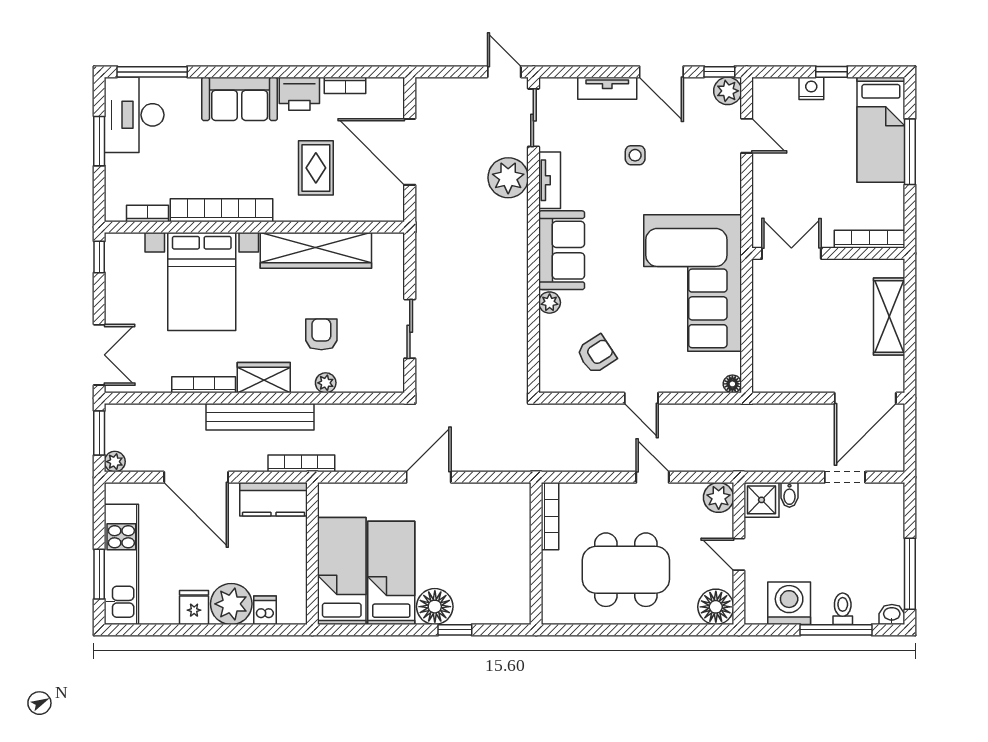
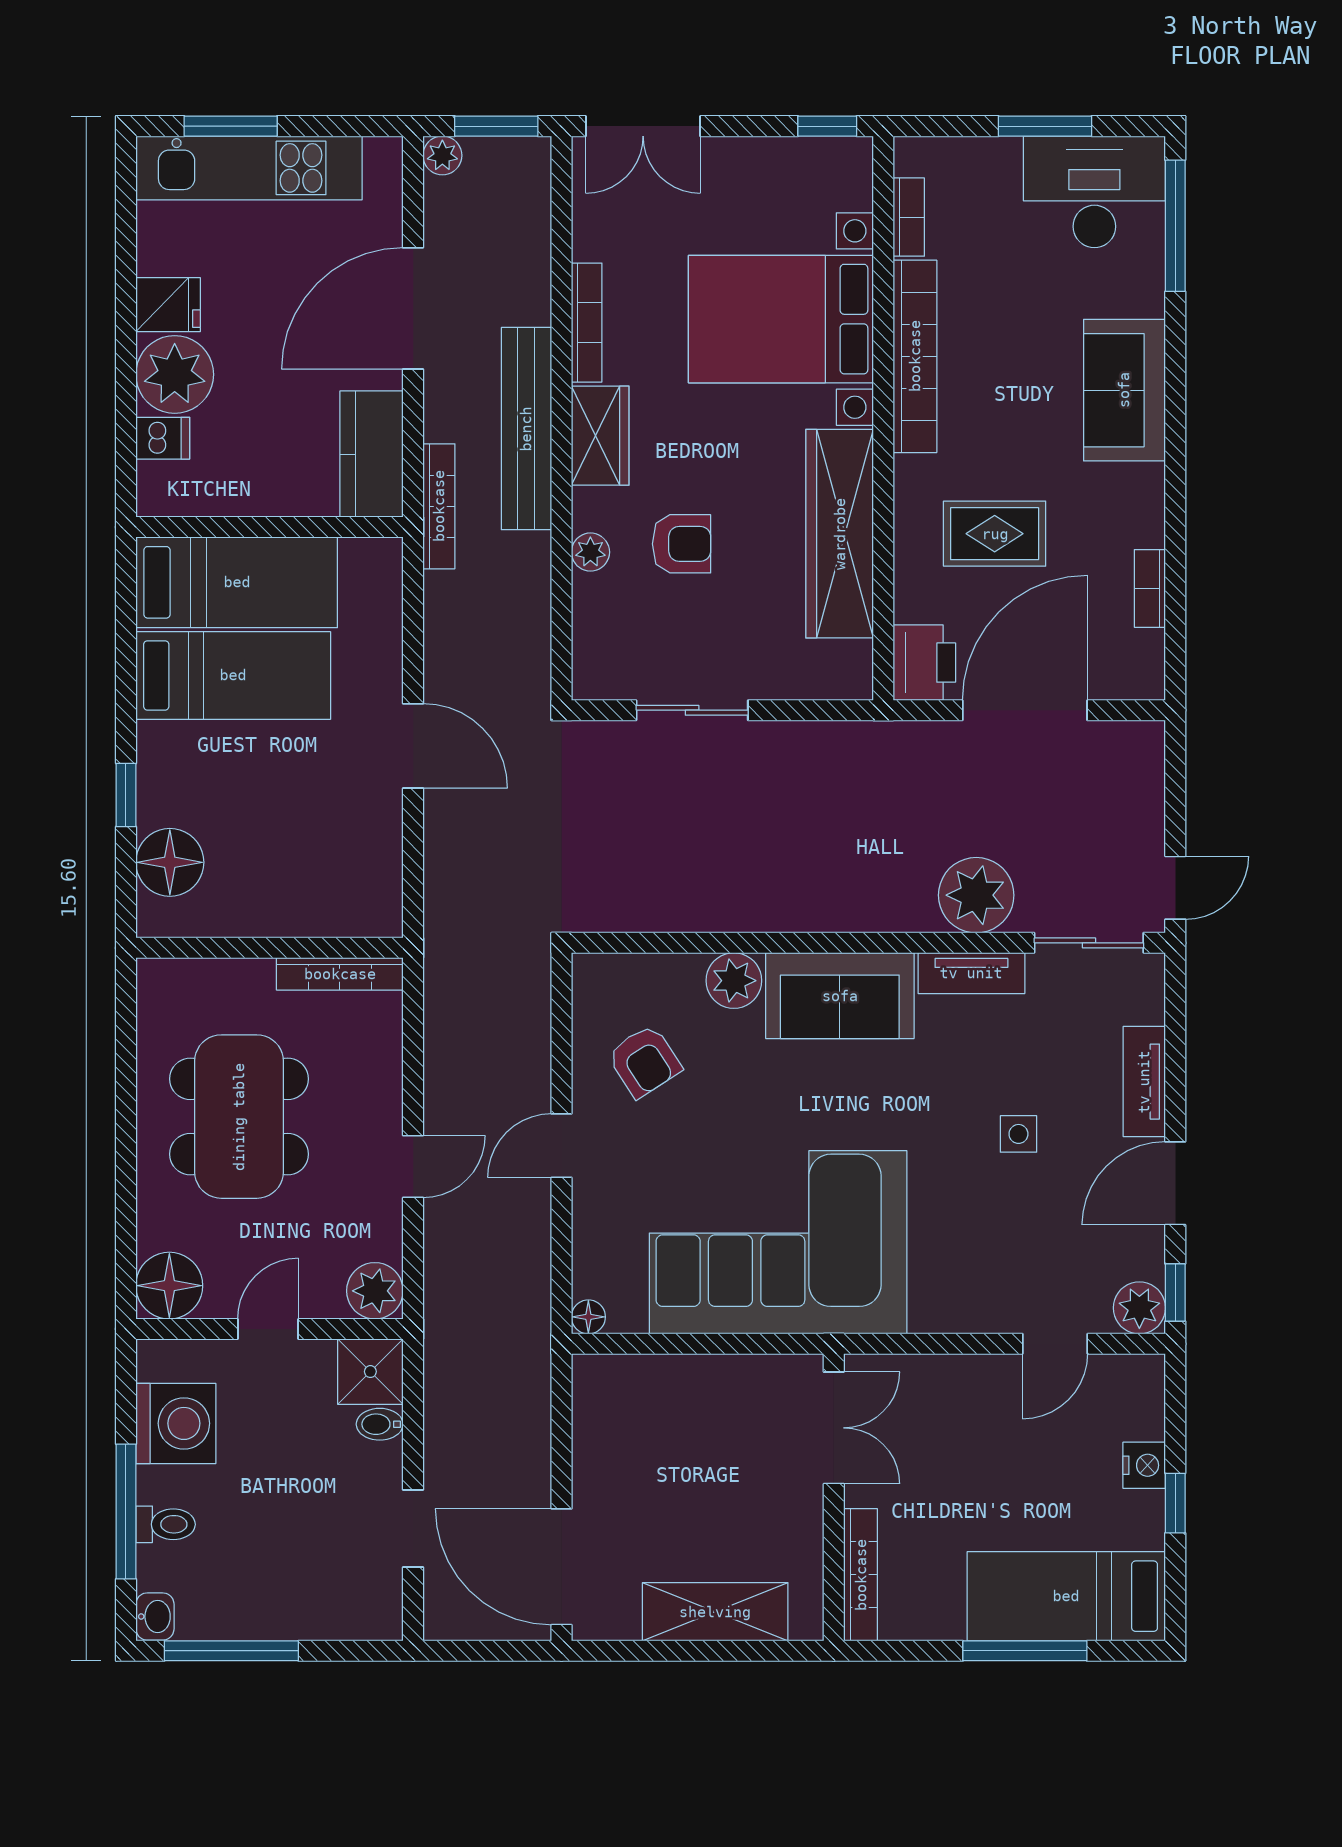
printer: (299, 94) -> (924, 663), moved, turned 180
plant: (550, 303) -> (734, 981), width x1.38, depth x1.38
floor lamp: (435, 607) -> (170, 862), moved

